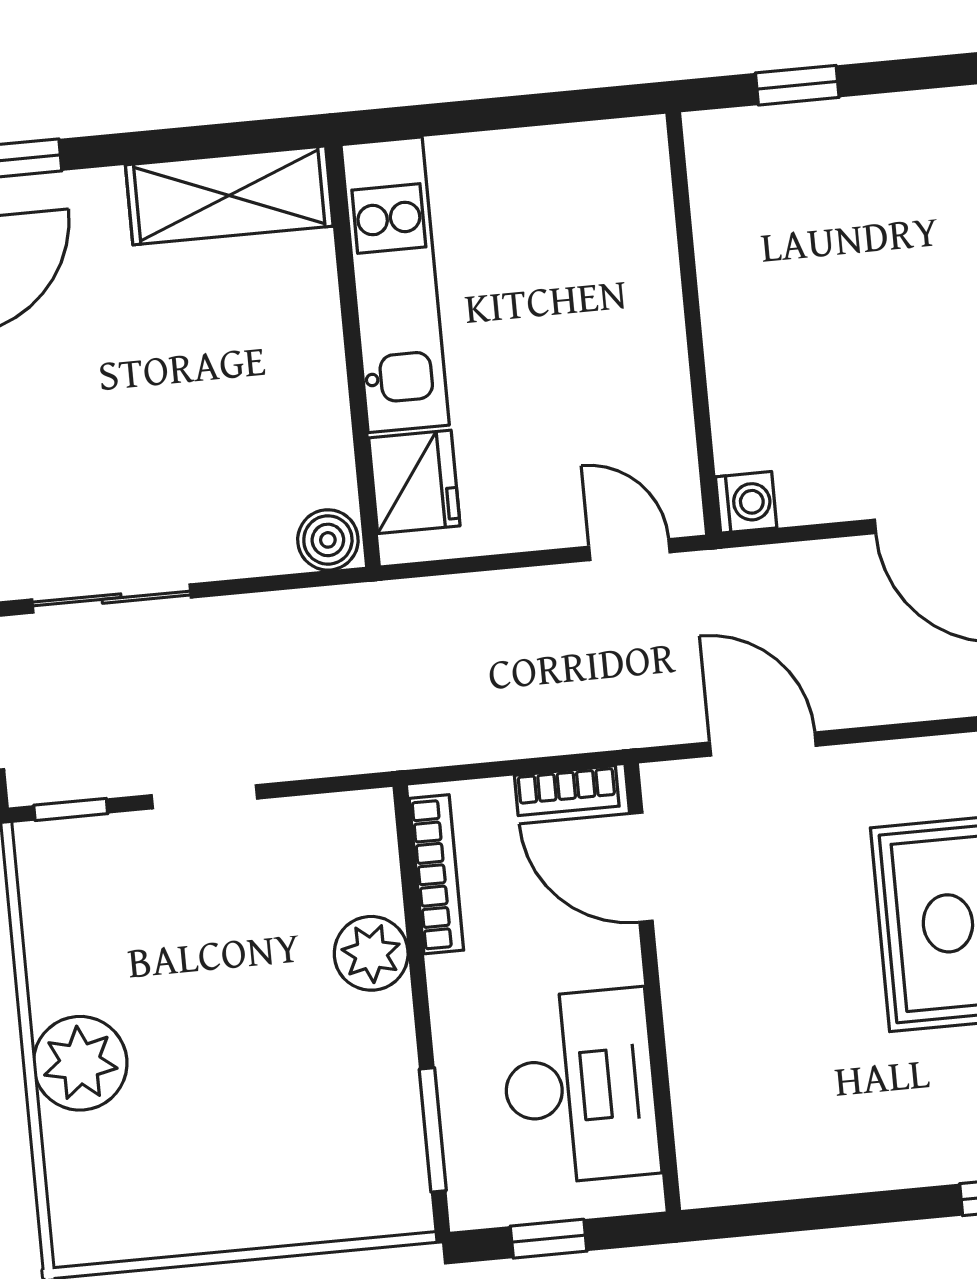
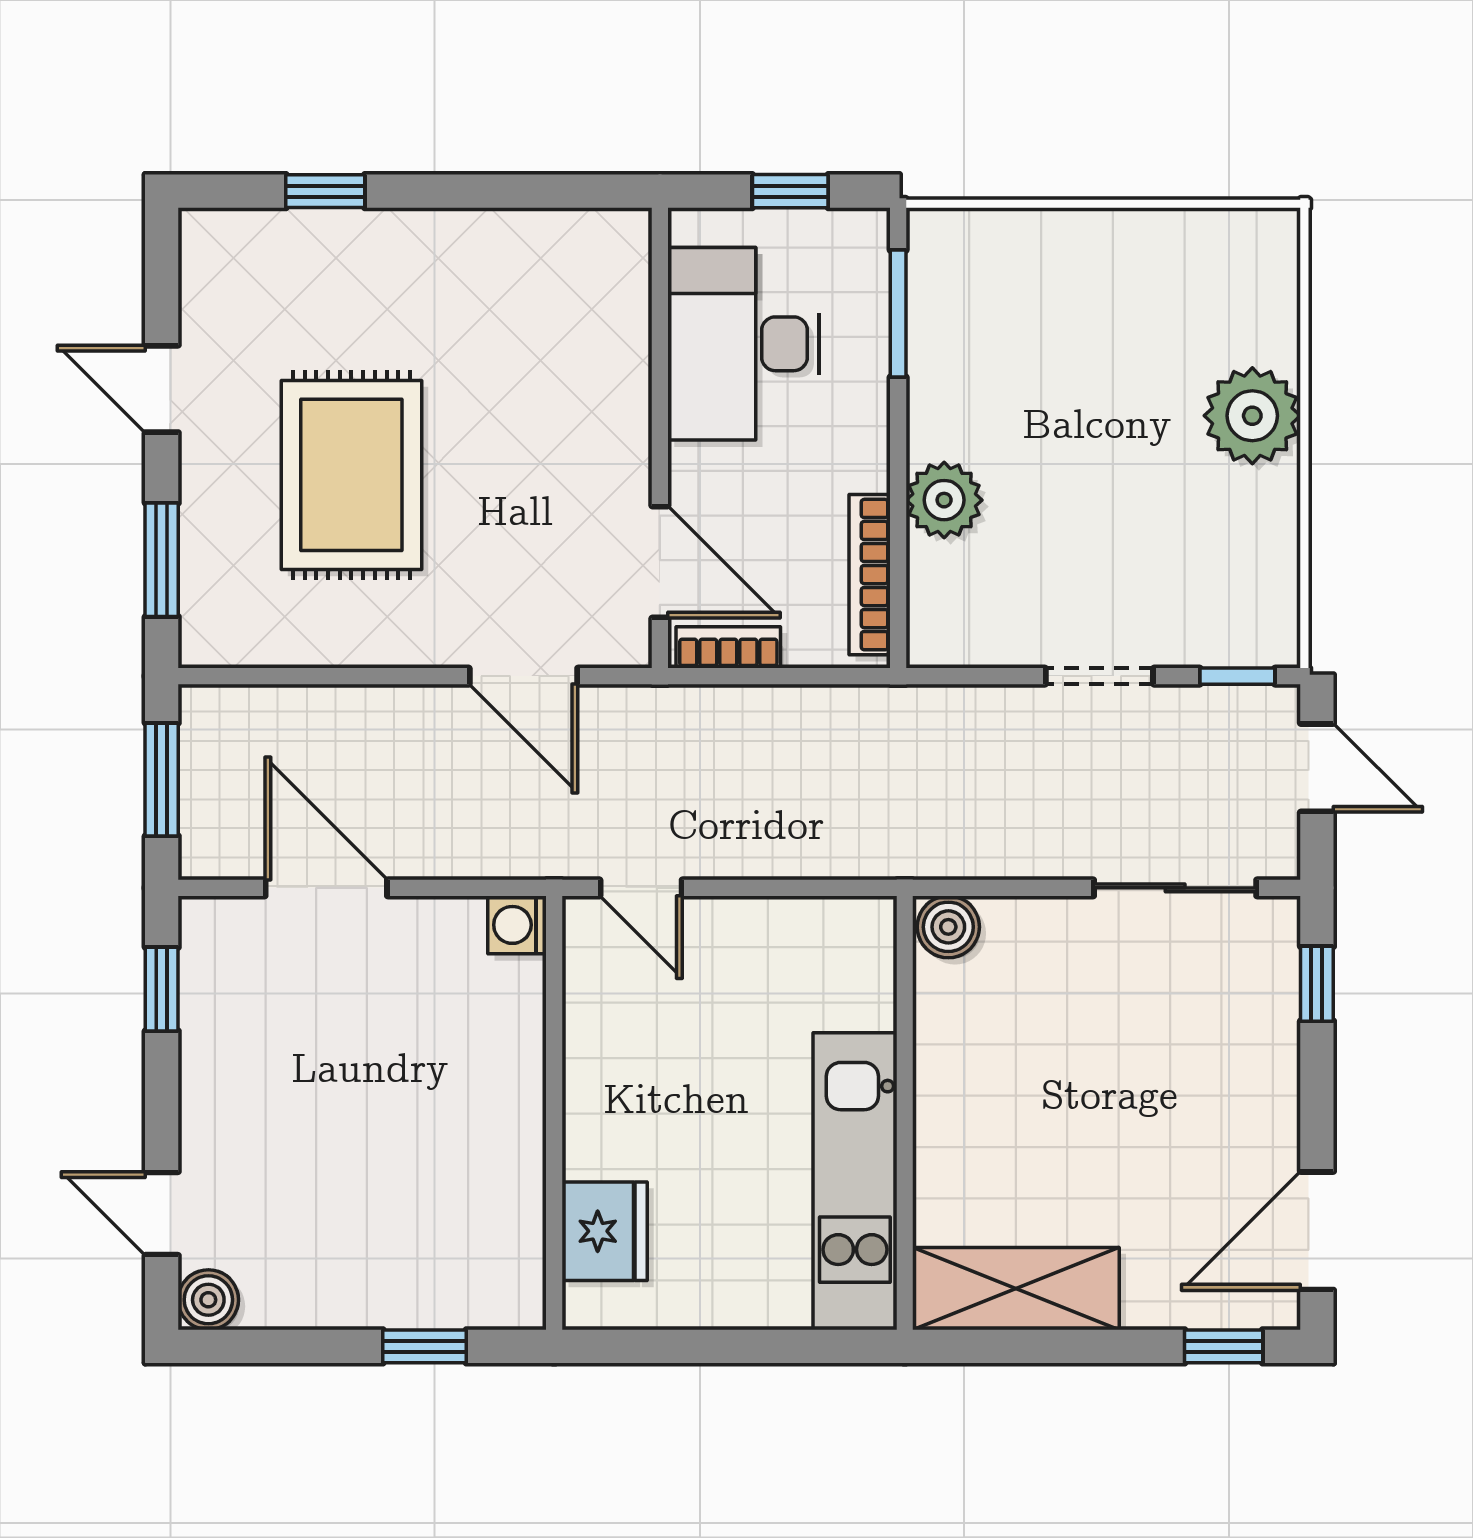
fridge: (414, 482) -> (605, 1231), moved, turned 180

